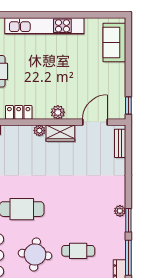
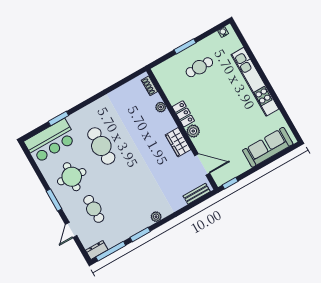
sofa: (114, 42) -> (268, 147), width x1.36
locker: (19, 112) -> (183, 114), moved
plant: (39, 131) -> (161, 107), moved
plant: (120, 211) -> (156, 217), moved

